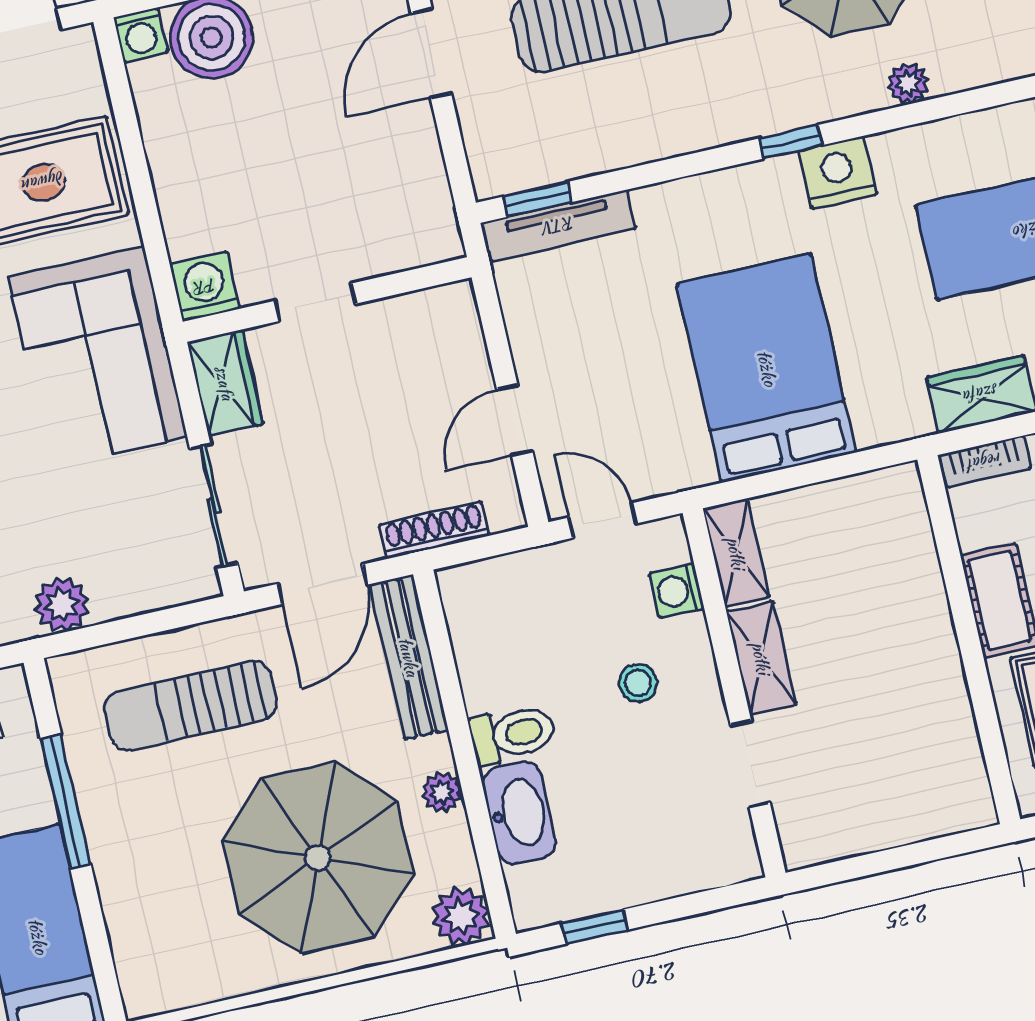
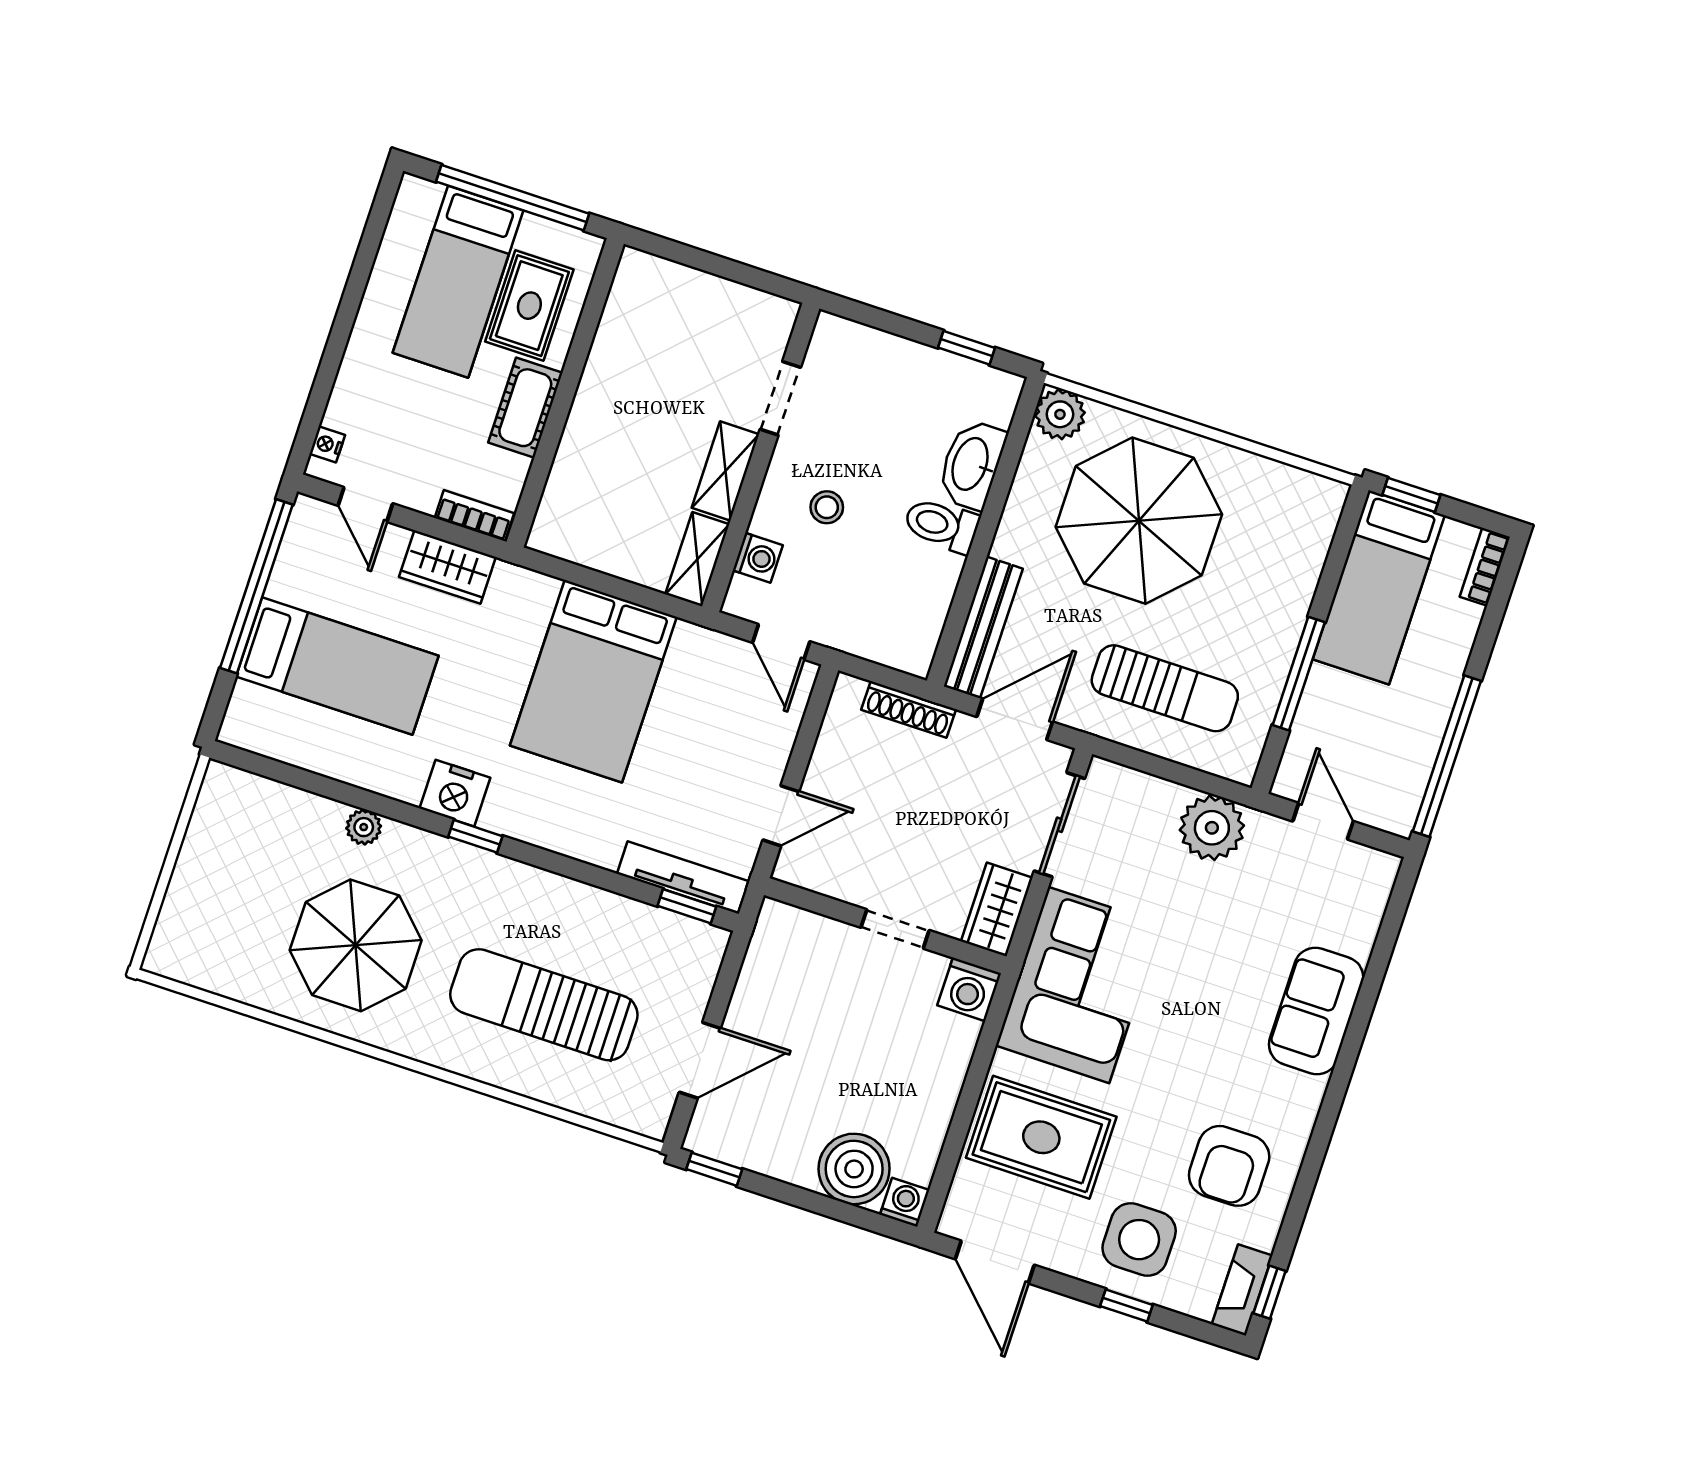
door: (515, 420) -> (781, 816), moved
plant: (62, 604) -> (1212, 828), width x1.36, depth x1.36
plant: (442, 792) -> (1019, 514), removed

